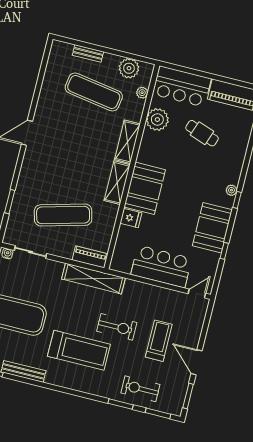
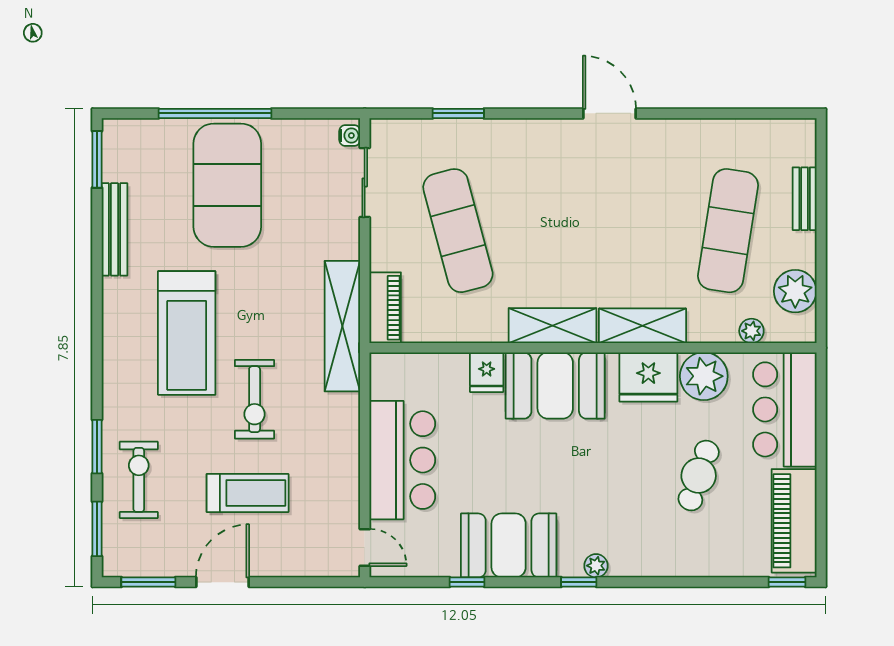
fridge: (151, 145) -> (648, 377), added

